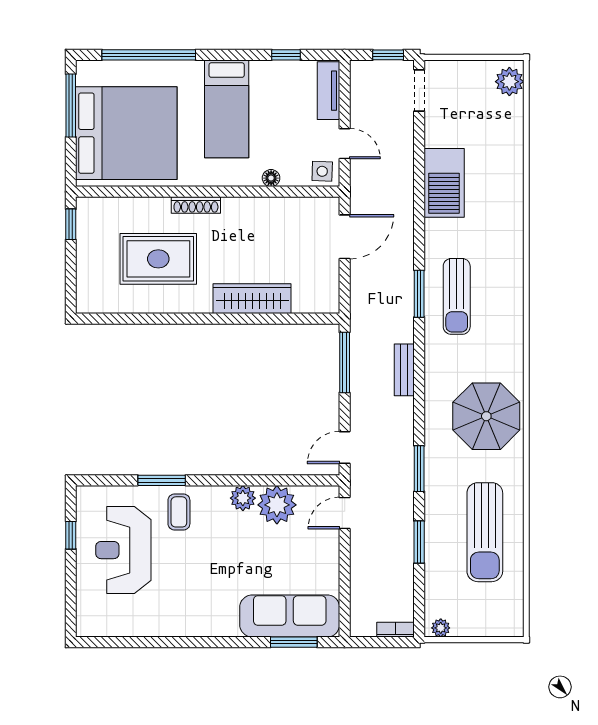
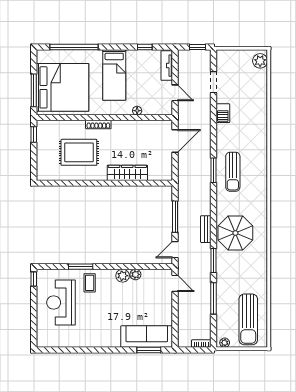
doorway: (419, 90) -> (214, 82), moved
window: (71, 106) -> (34, 90), moved
side table: (322, 171) -> (163, 107), removed
barbecue: (444, 183) -> (223, 113), width x0.53, depth x0.65
window: (345, 362) -> (175, 217), moved
bench: (404, 370) -> (206, 229), moved
parasol: (486, 416) -> (235, 233), moved
plant: (277, 505) -> (135, 274), width x0.53, depth x0.53
door: (345, 513) -> (175, 283), swing flipped
sun lounger: (485, 532) -> (248, 319), moved
window: (71, 535) -> (34, 279), moved
window: (419, 542) -> (214, 298), width x1.44

